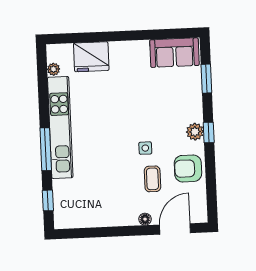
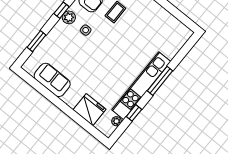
sofa: (174, 53) -> (52, 80), moved
side table: (145, 148) -> (86, 30), moved
window: (48, 200) -> (134, 113), moved

